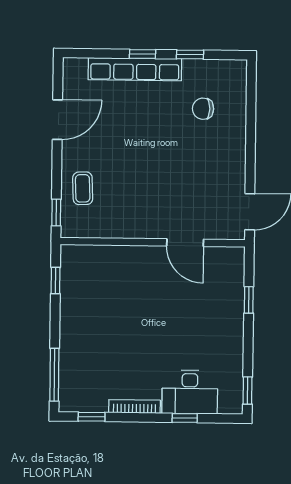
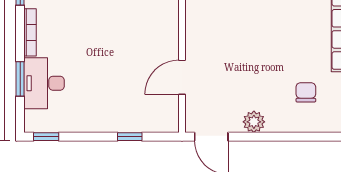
plant: (234, 165) -> (254, 122), added
window: (185, 418) -> (20, 79), width x1.50

